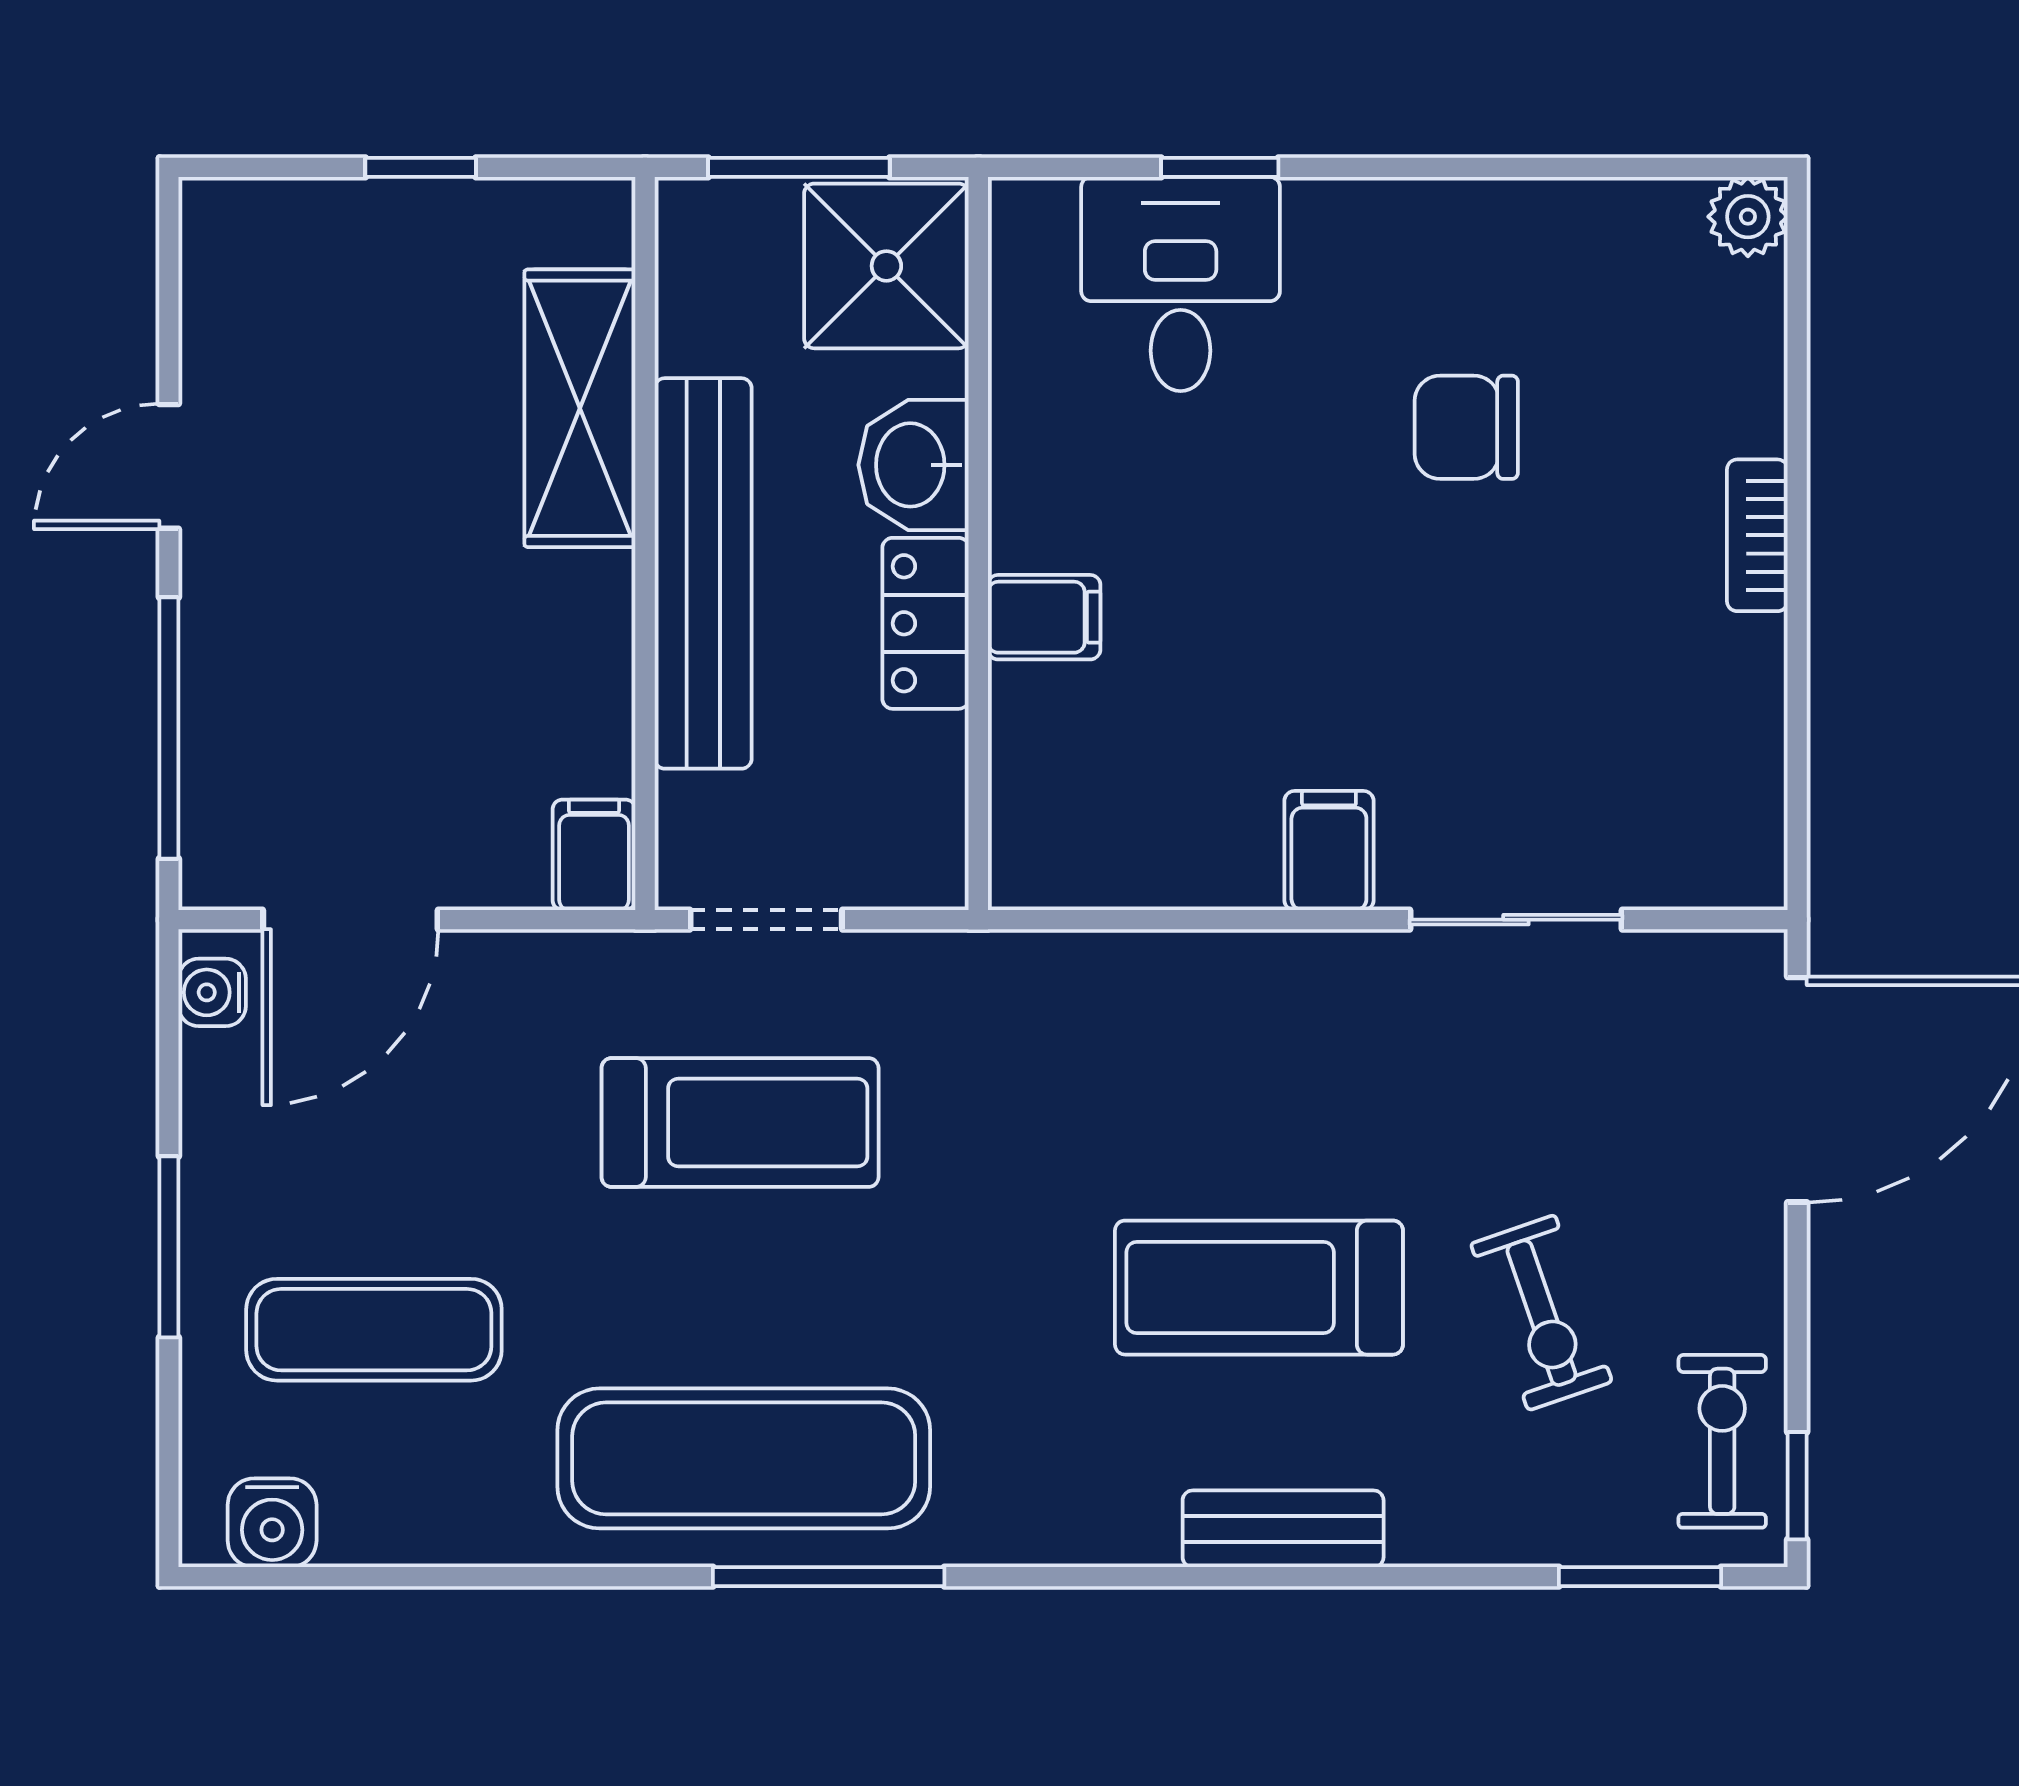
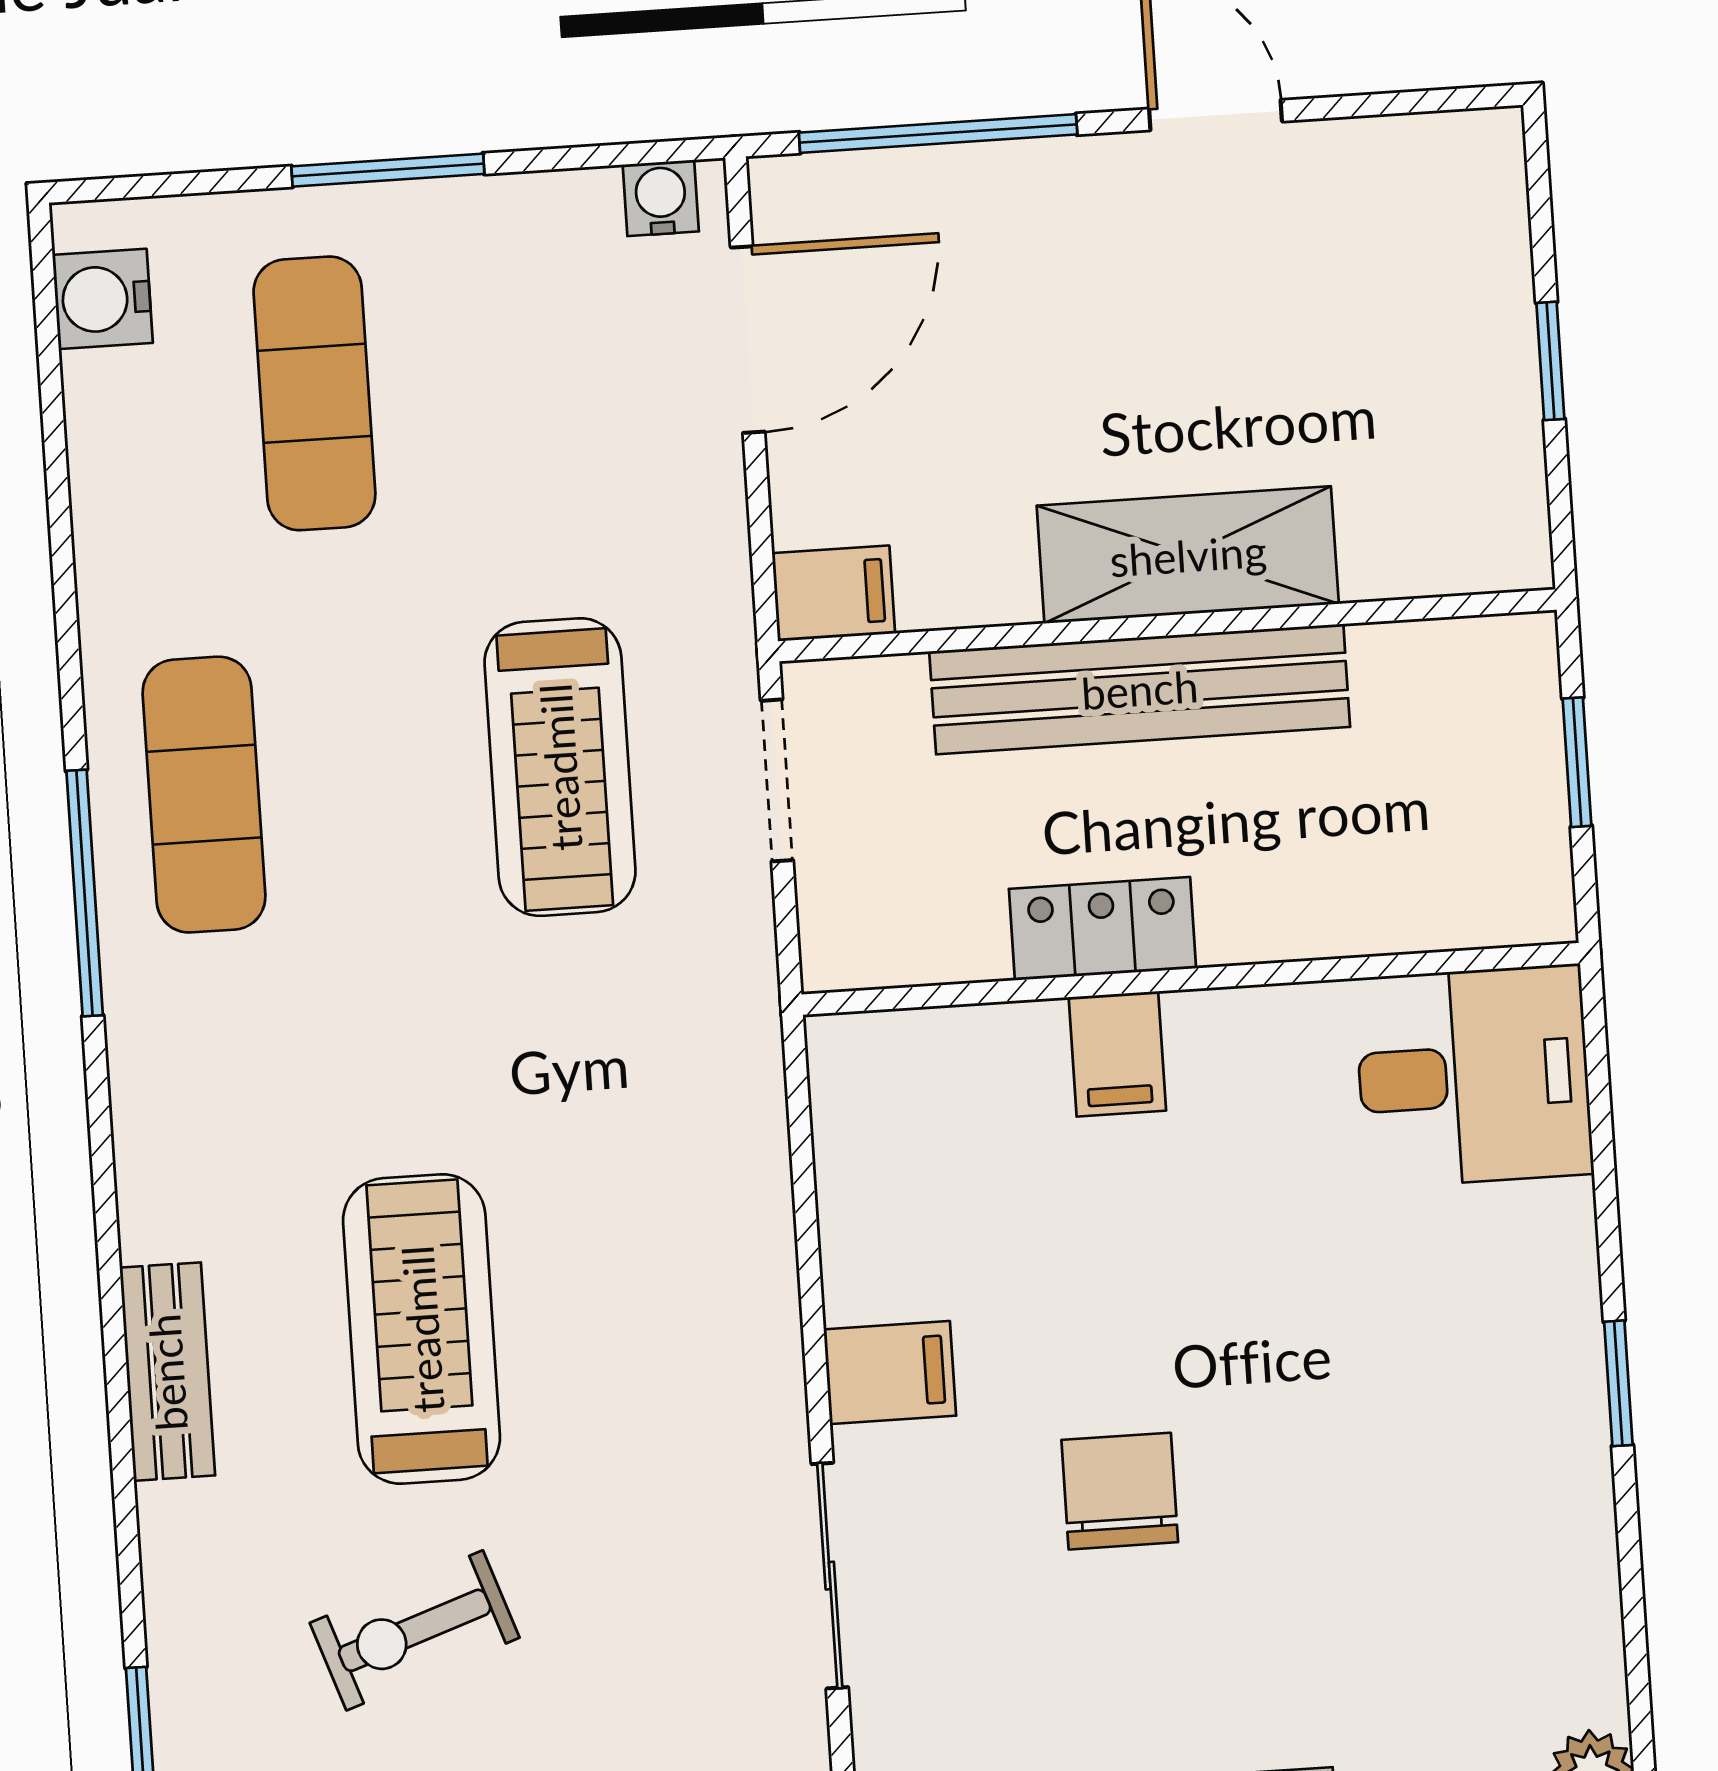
window: (799, 167) -> (1577, 762), width x0.67
window: (1220, 167) -> (1618, 1383), moved
shower: (886, 266) -> (1479, 862), removed
desk: (1181, 284) -> (1474, 1076), moved
shelving: (580, 408) -> (1188, 555), moved
chair: (1466, 427) -> (1120, 1491), moved
washbasin: (914, 465) -> (1270, 905), removed
door: (350, 920) -> (748, 340), swing flipped
exercise mat: (744, 1458) -> (204, 795), width x0.73, depth x0.69

